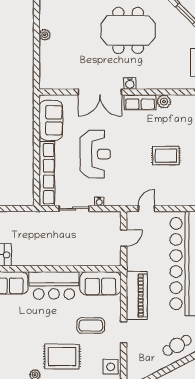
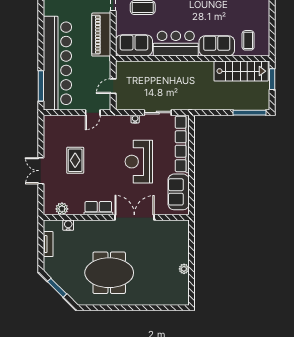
water cooler: (130, 83) -> (68, 225), moved
plant: (164, 102) -> (62, 209), moved
rug: (166, 156) -> (75, 160), turned 90

